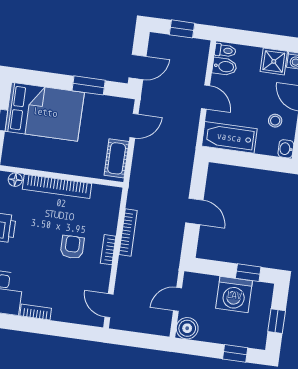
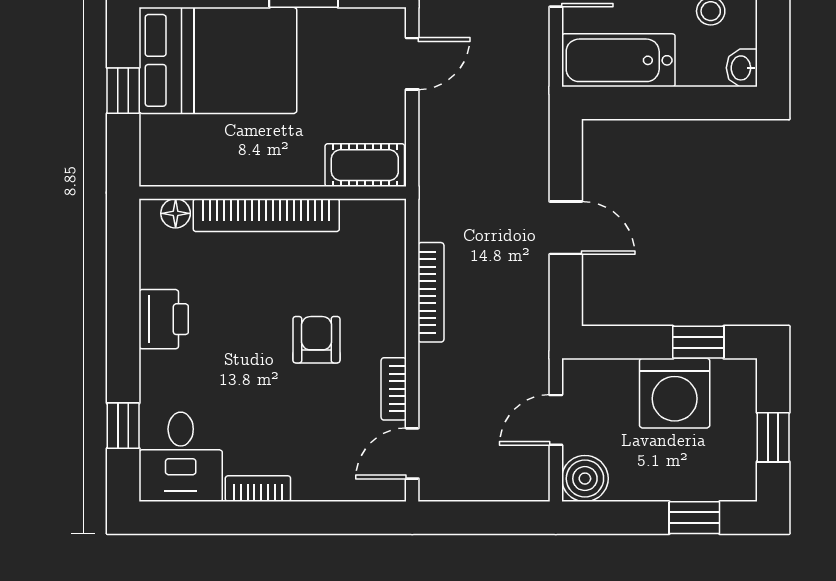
cot: (117, 158) -> (365, 165), moved, turned 90
bookcase: (108, 250) -> (394, 389), moved
door: (109, 306) -> (412, 453), hinge flipped

